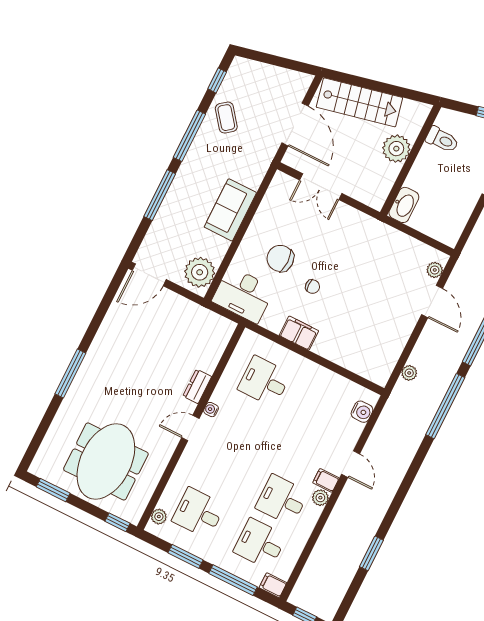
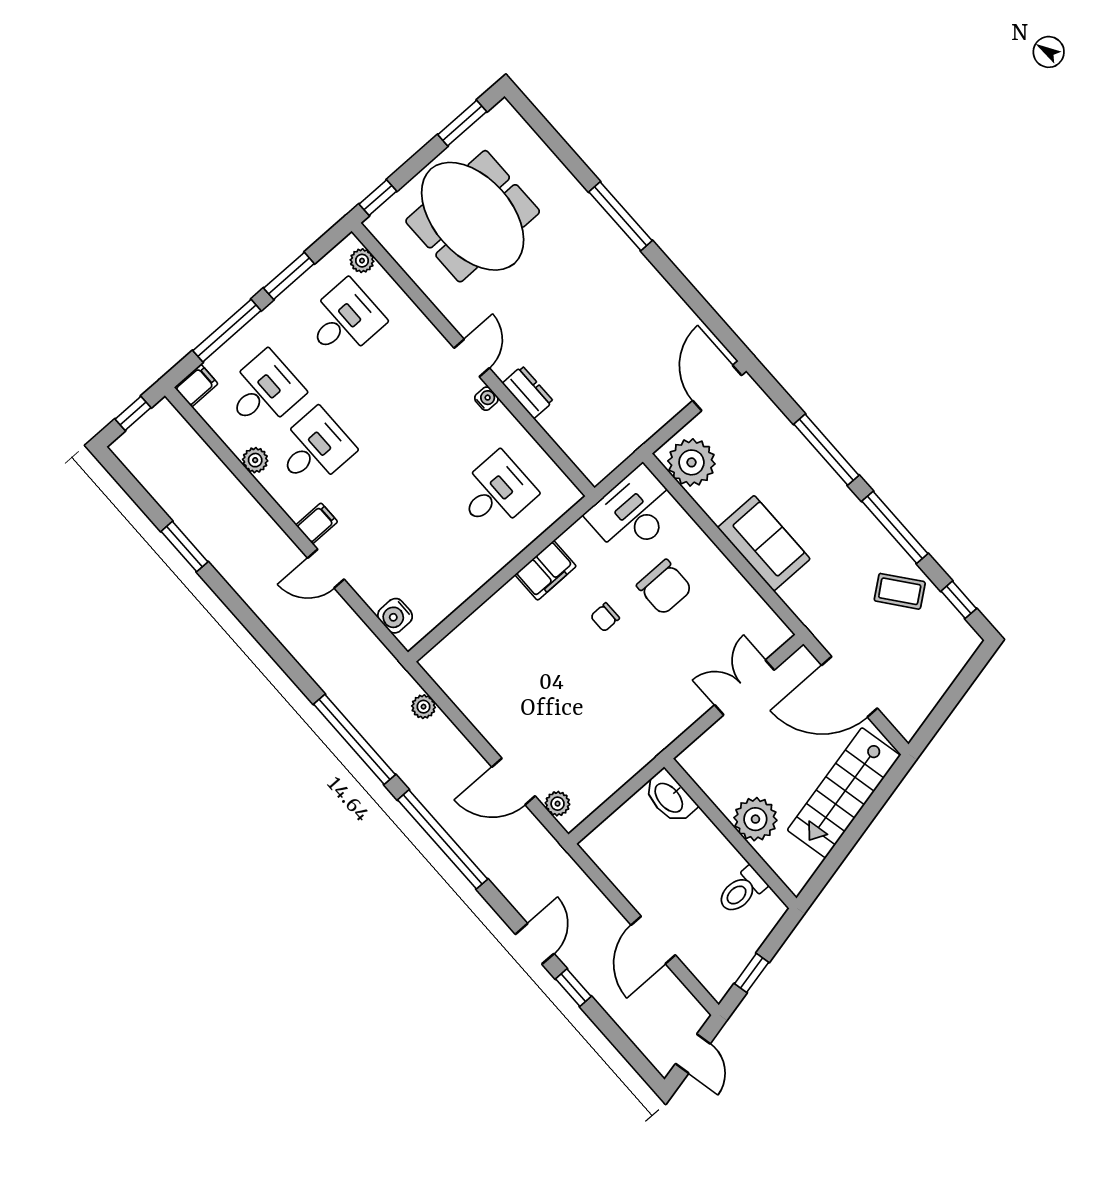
chair: (280, 258) -> (664, 587), turned 90
plant: (320, 498) -> (255, 460), moved

